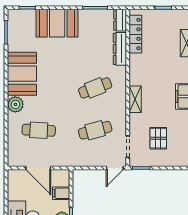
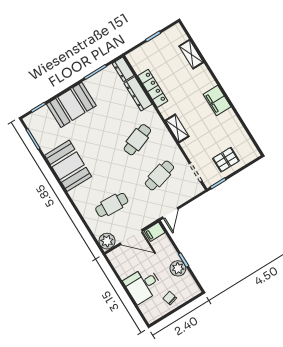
locker: (135, 34) -> (153, 88), moved
plant: (15, 104) -> (107, 241), moved
pallet: (158, 138) -> (226, 160), moved, turned 90
door: (115, 168) -> (170, 213), moved
filing cabinet: (61, 193) -> (155, 232), moved

